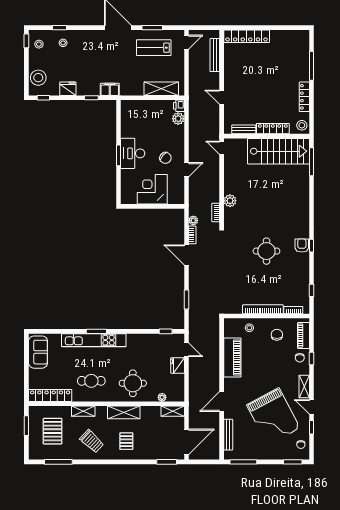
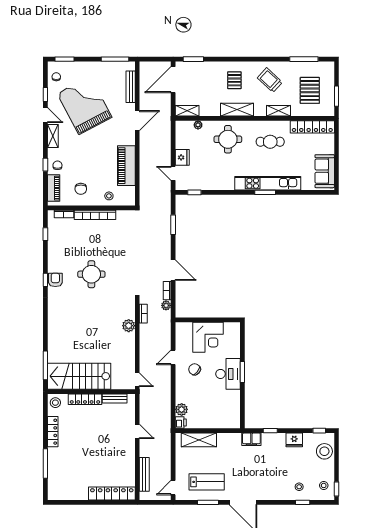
armchair: (302, 246) -> (55, 280), turned 180

